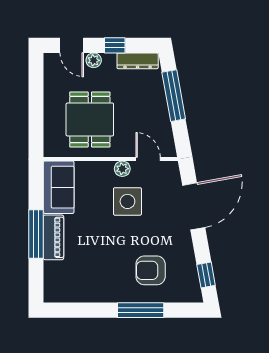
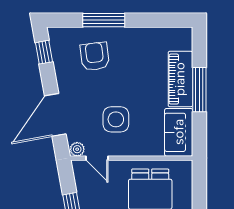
plant: (122, 169) -> (77, 149), moved
piano: (54, 237) -> (180, 79), width x1.37, depth x1.33
armchair: (151, 270) -> (95, 56), turned -97

